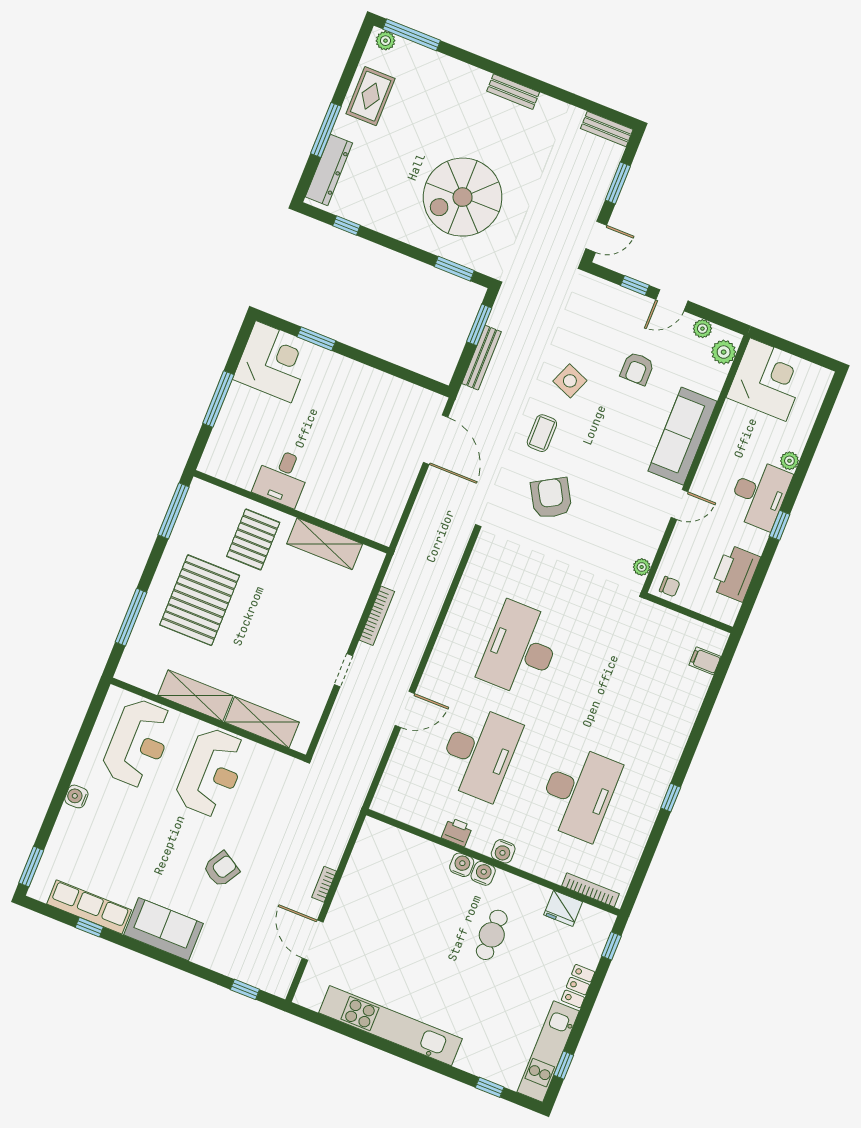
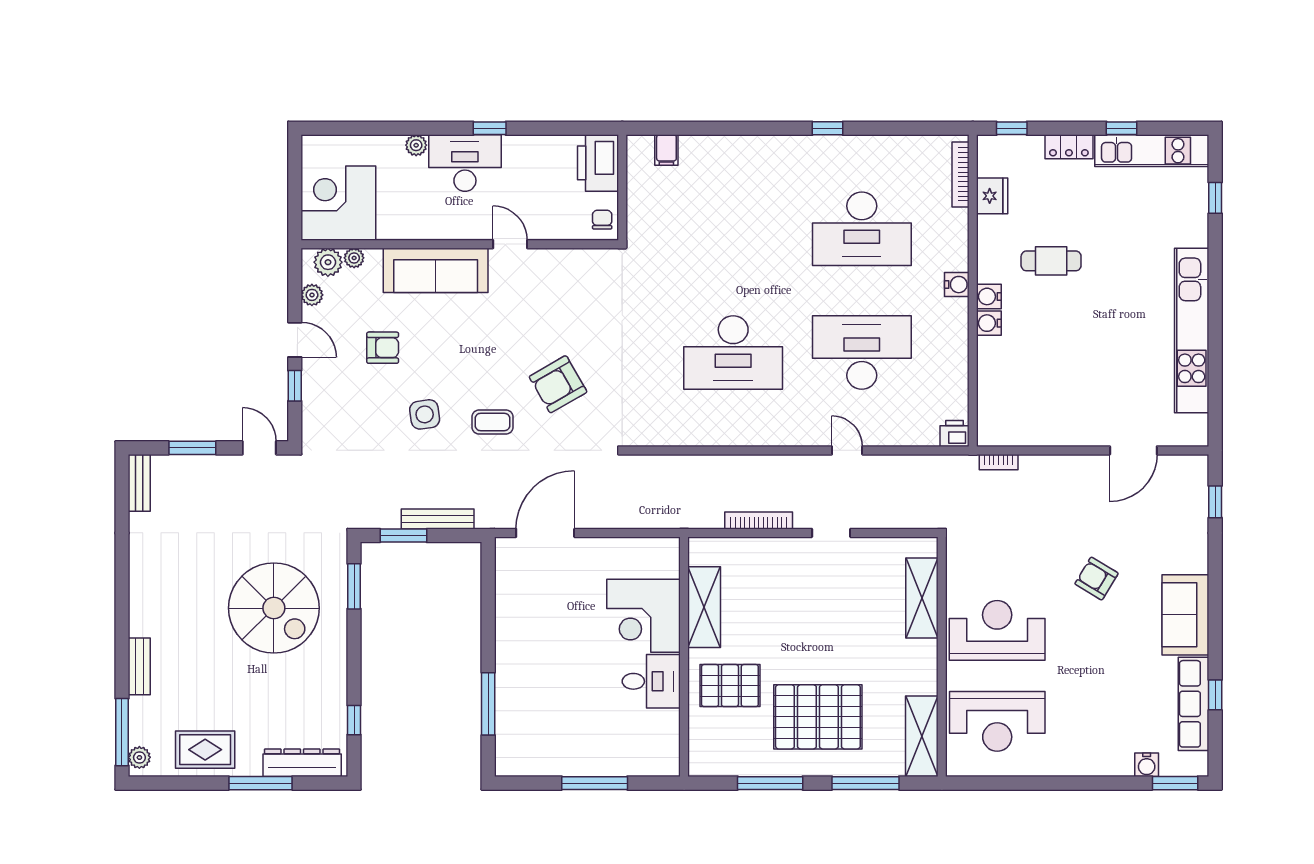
bench: (513, 92) -> (139, 666), moved
window: (316, 339) -> (488, 704), width x1.44
corner desk: (273, 362) -> (644, 616), moved, turned -90
side table: (570, 381) -> (425, 414), turned -30
window: (174, 511) -> (770, 783), moved
plant: (642, 567) -> (354, 258), moved
printer: (735, 573) -> (598, 163), moved, turned 90
shelving: (195, 696) -> (922, 736), moved
door: (405, 709) -> (847, 450), width x0.73
reception desk: (138, 743) -> (997, 721), turned 180
desk: (579, 793) -> (862, 229), turned 180
water cooler: (76, 796) -> (1147, 765), moved
printer: (457, 832) -> (955, 434), moved, turned 90
bookcase: (324, 884) -> (999, 462), moved
window: (564, 1065) -> (1122, 128), moved

